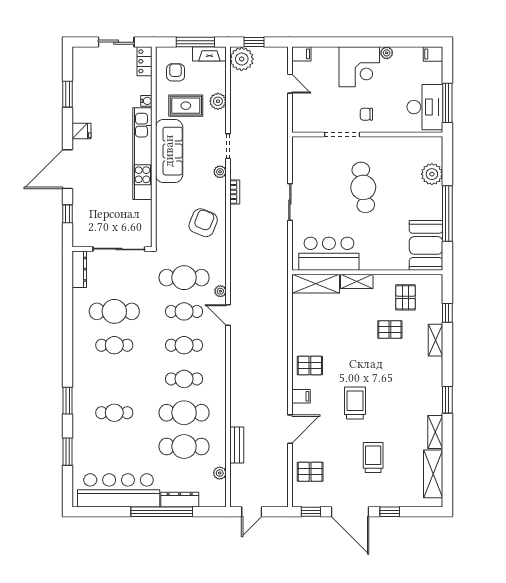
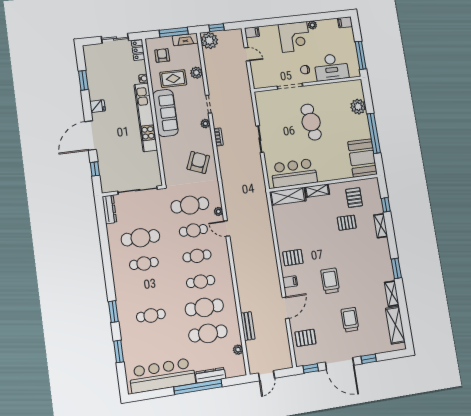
desk: (425, 107) -> (331, 67), moved, turned 90

